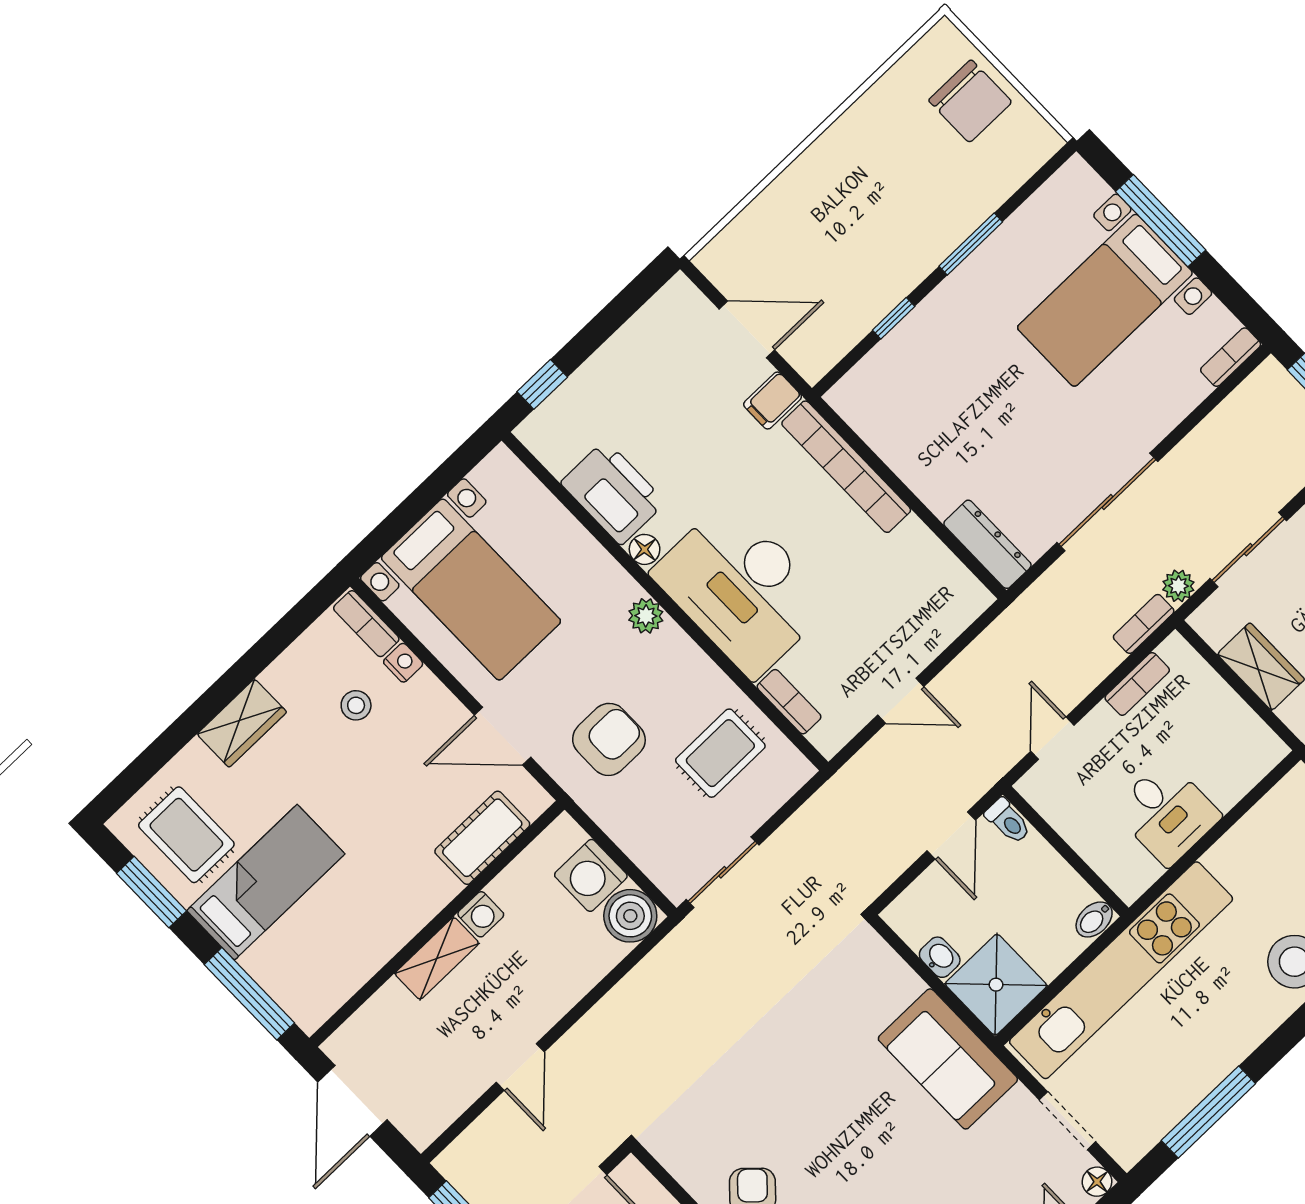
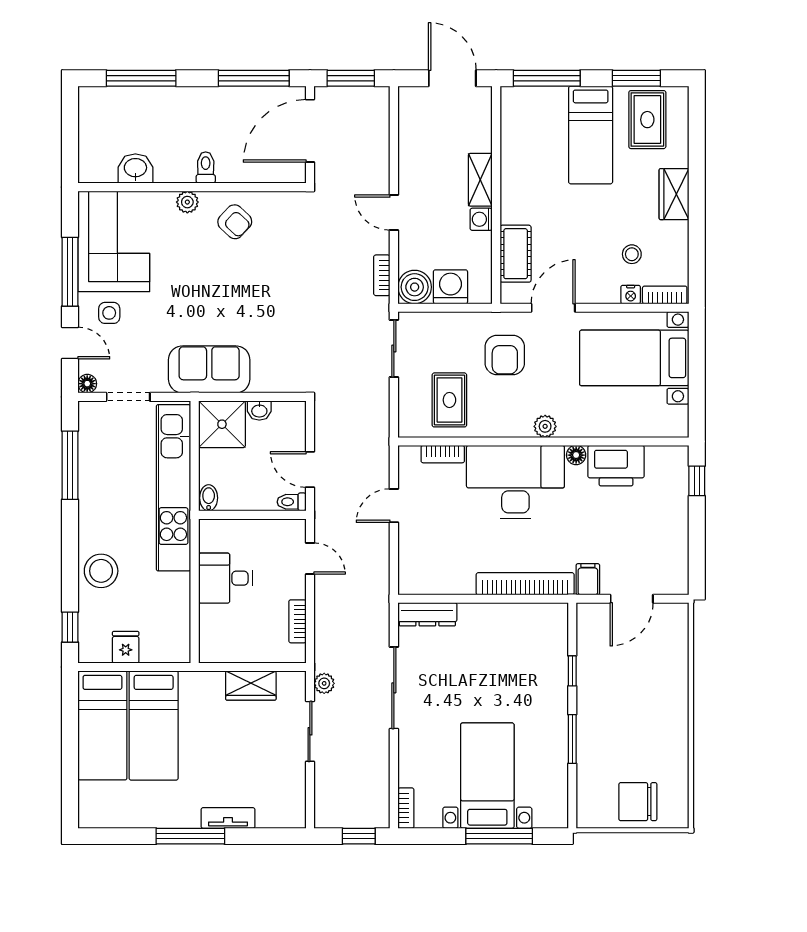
bookcase: (1144, 624) -> (382, 275), moved, turned 180
rug: (186, 835) -> (647, 120), turned 90
door: (520, 1067) -> (394, 212), moved

